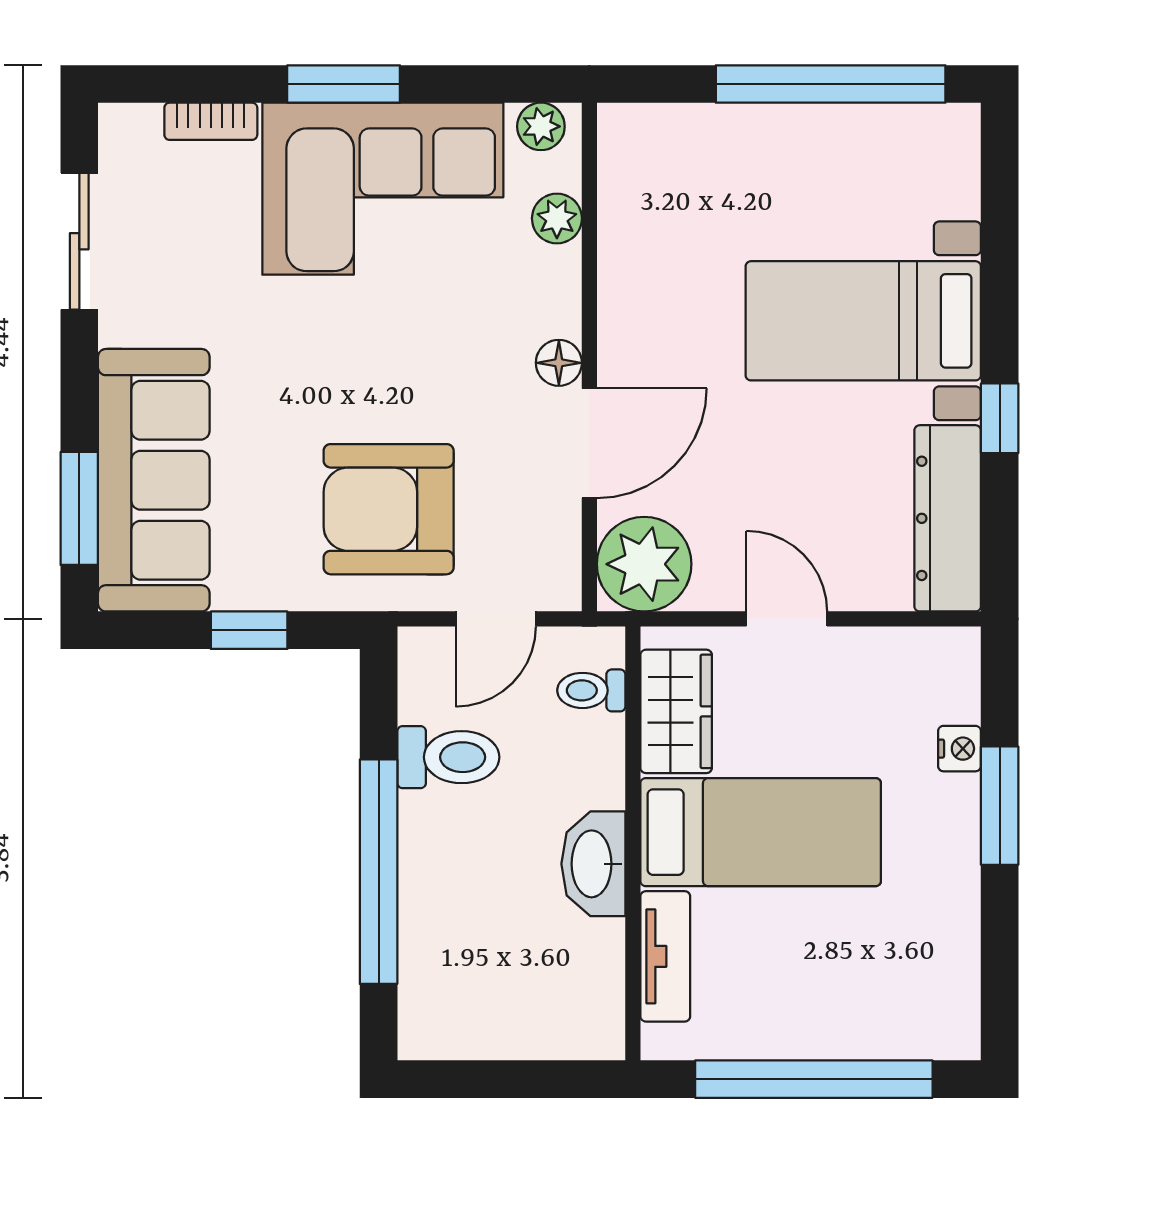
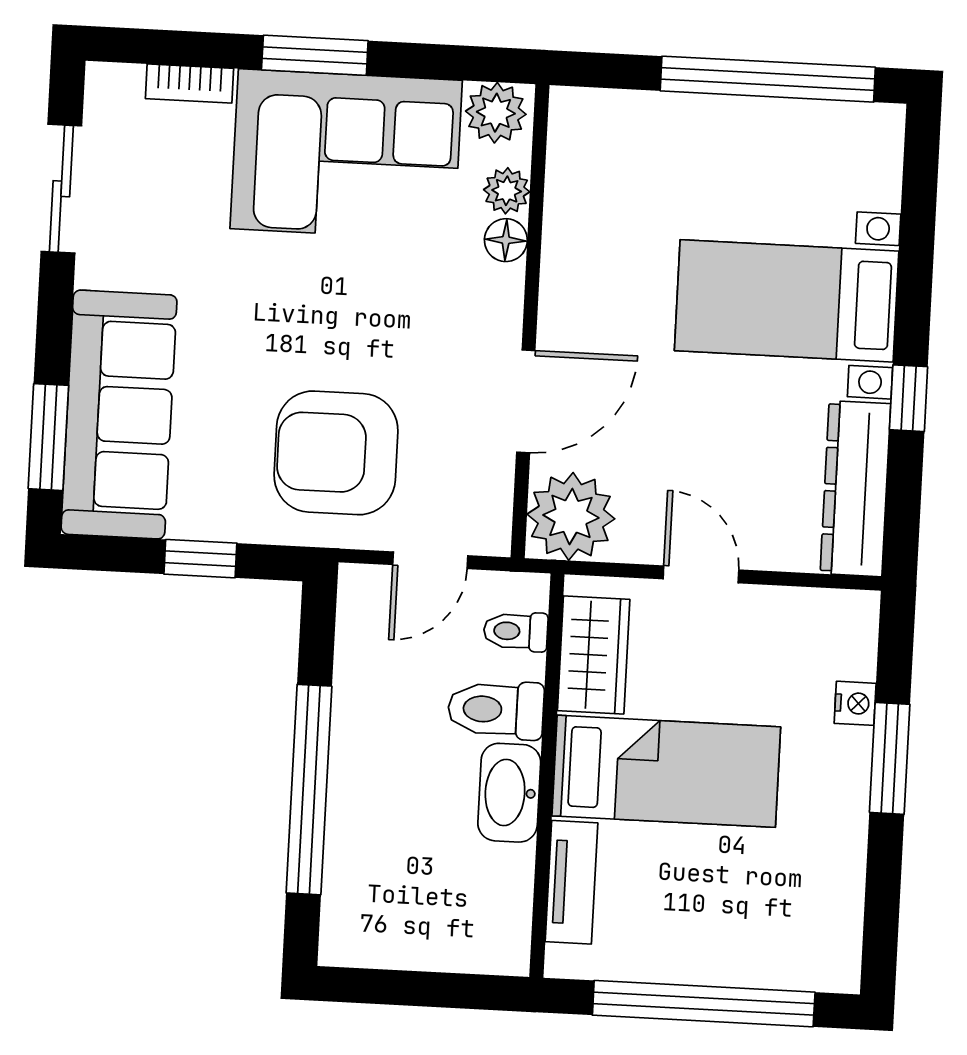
plant: (541, 126) -> (496, 113), width x1.38, depth x1.38
floor lamp: (559, 363) -> (506, 240), moved
toilet: (448, 757) -> (496, 710), moved, turned 180

